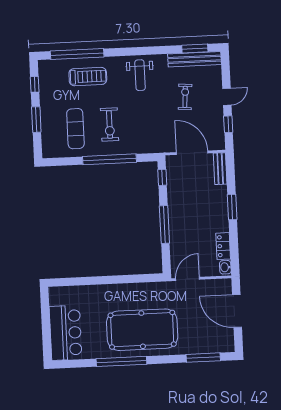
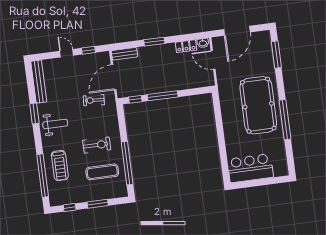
window: (195, 48) -> (34, 113), moved
treadmill: (88, 77) -> (60, 166), turned 180
exercise bike: (185, 97) -> (94, 100), moved
window: (109, 159) -> (127, 163), moved
window: (164, 224) -> (163, 96), moved
door: (188, 279) -> (213, 60), moved
bar counter: (66, 333) -> (250, 168), moved

